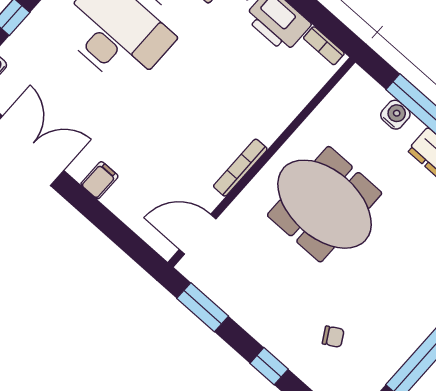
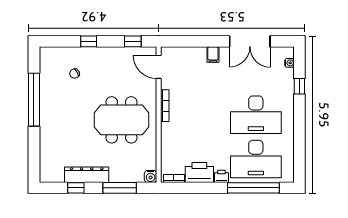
water cooler: (395, 115) -> (151, 176), moved
door: (198, 234) -> (159, 67), swing flipped
window: (203, 307) -> (133, 41), width x0.67

